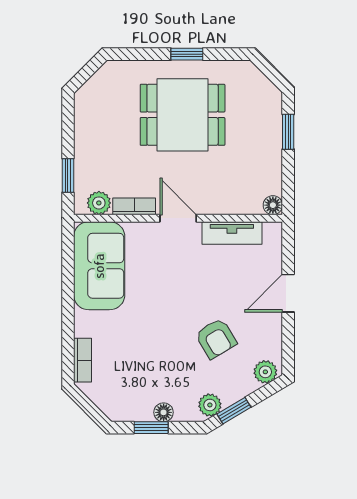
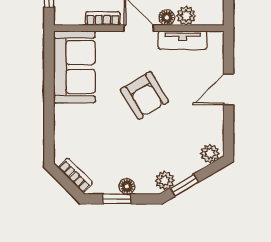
plant: (99, 203) -> (186, 16), moved
floor lamp: (273, 205) -> (167, 17), moved
armchair: (216, 338) -> (144, 96), moved, width x1.38, depth x1.38
bookcase: (82, 360) -> (76, 175), moved, turned -45

